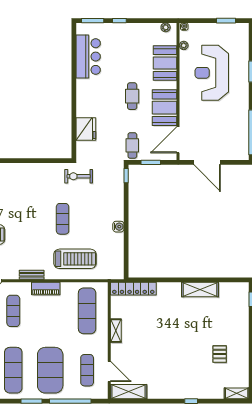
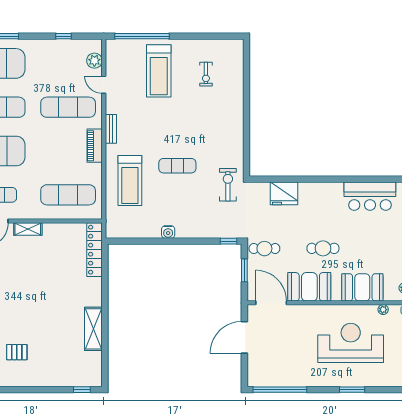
exercise mat: (13, 311) -> (68, 107), width x1.36, depth x1.45
shelving: (116, 331) -> (28, 229), moved

